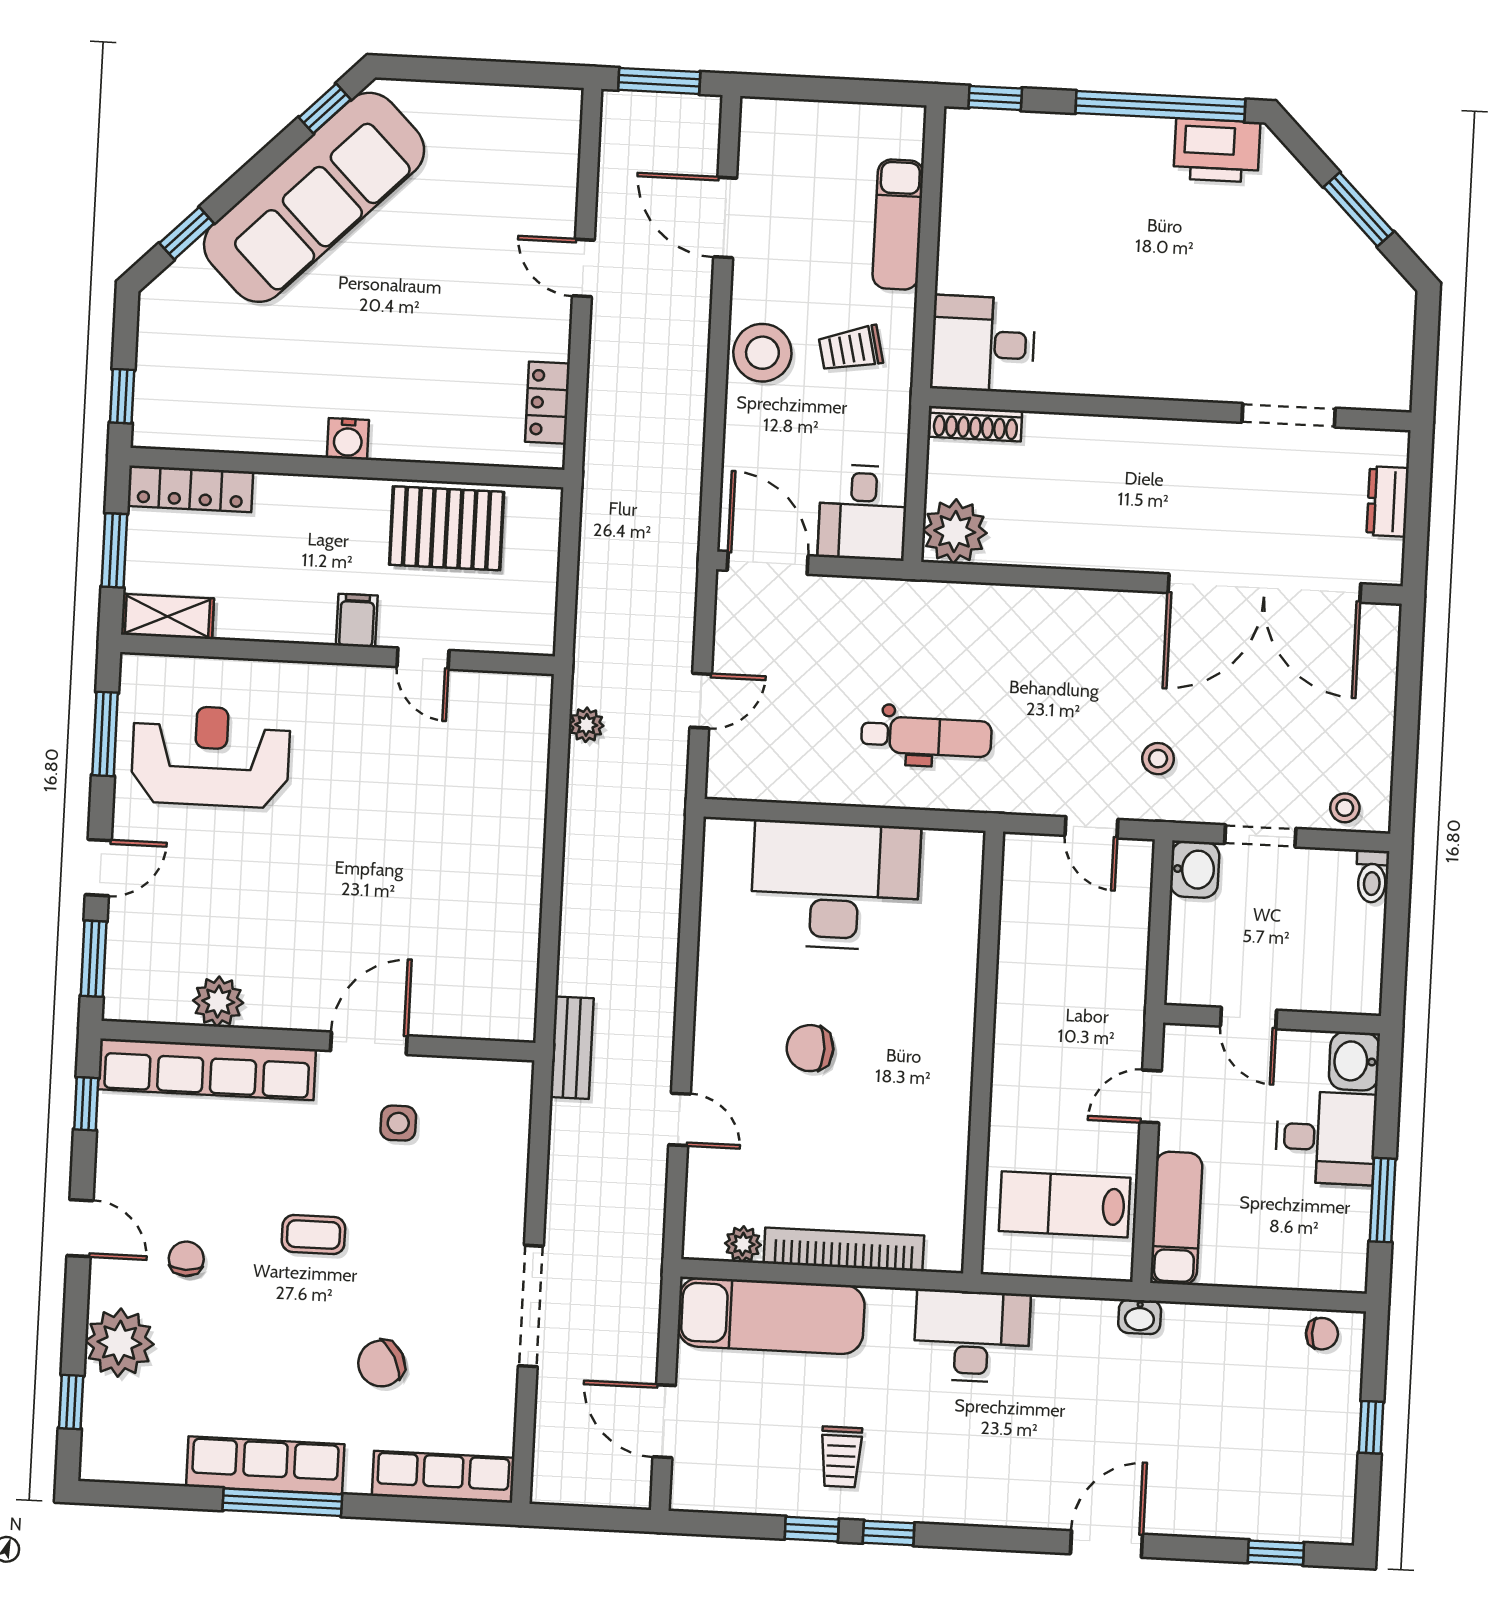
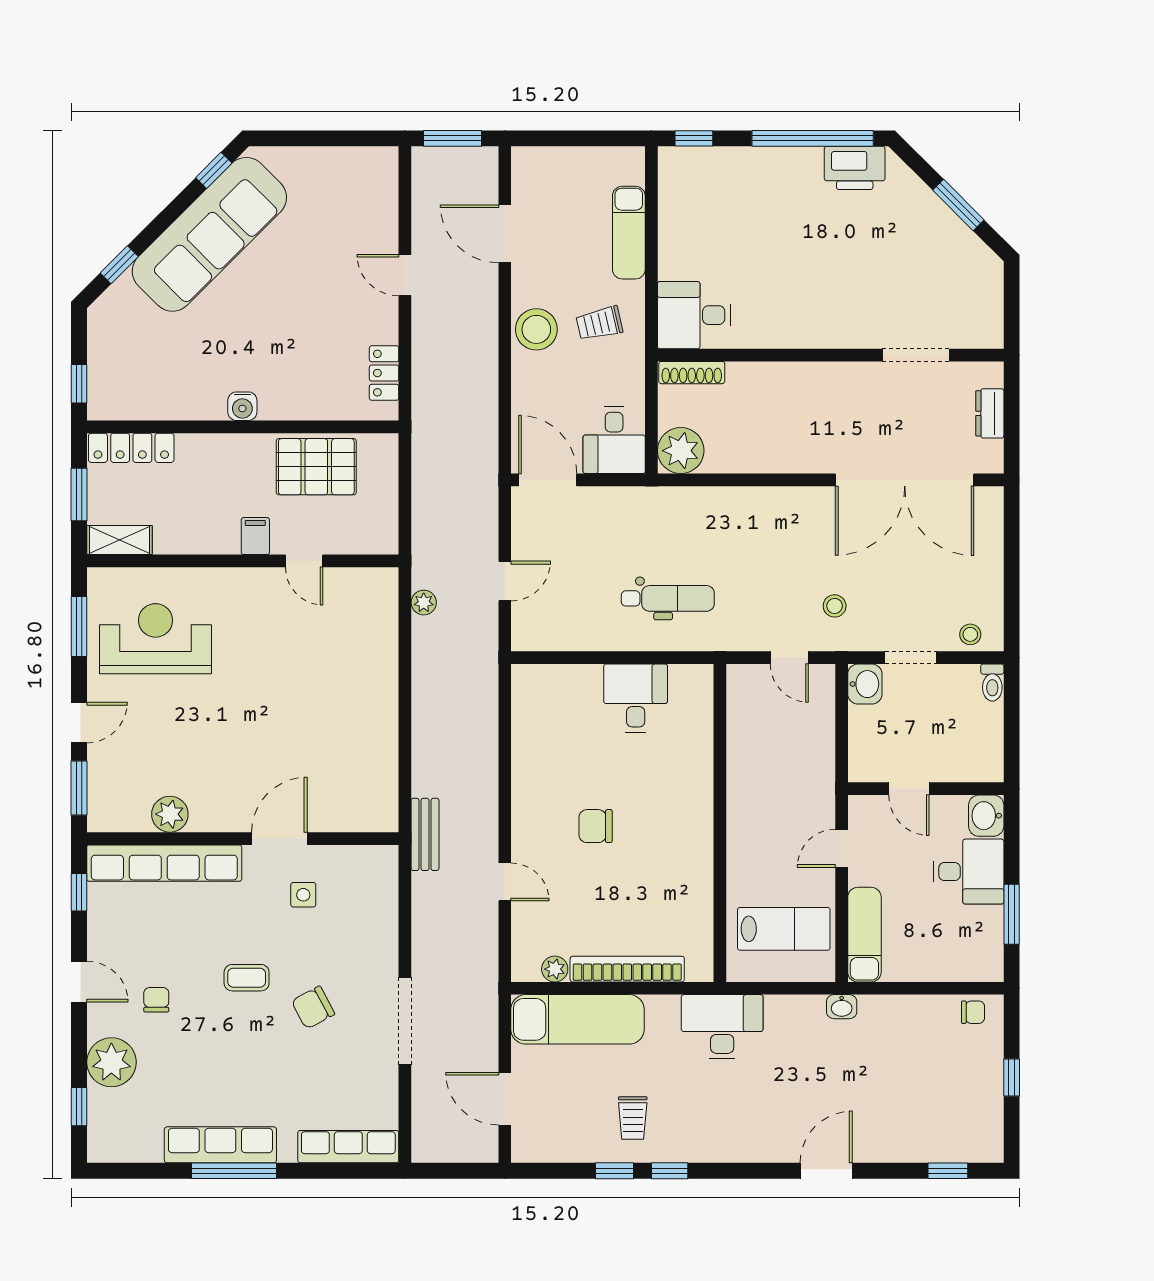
desk: (835, 885) -> (636, 698), width x0.53, depth x0.77
lab bench: (1065, 1204) -> (784, 929), turned 180
chair: (381, 1363) -> (313, 1008), moved

